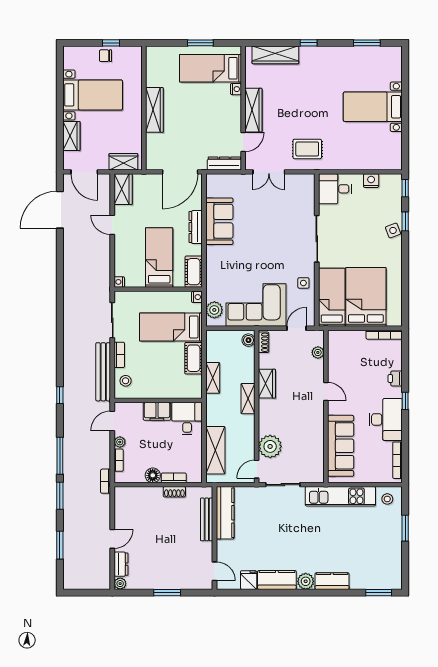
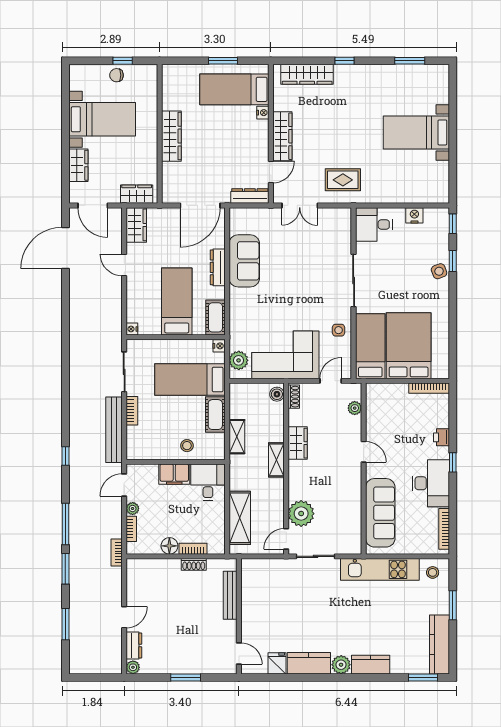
stool: (126, 381) -> (187, 446), moved
kitchen counter: (225, 513) -> (439, 644), moved, turned 180

